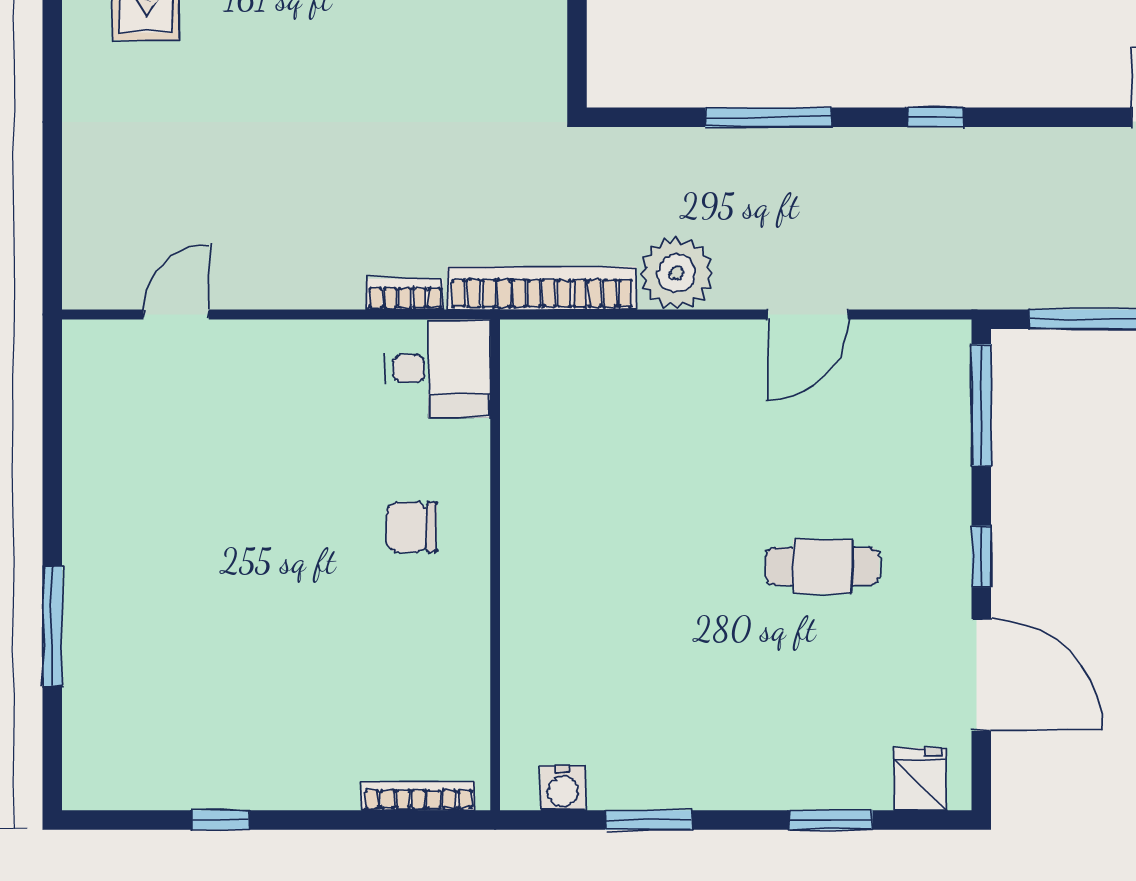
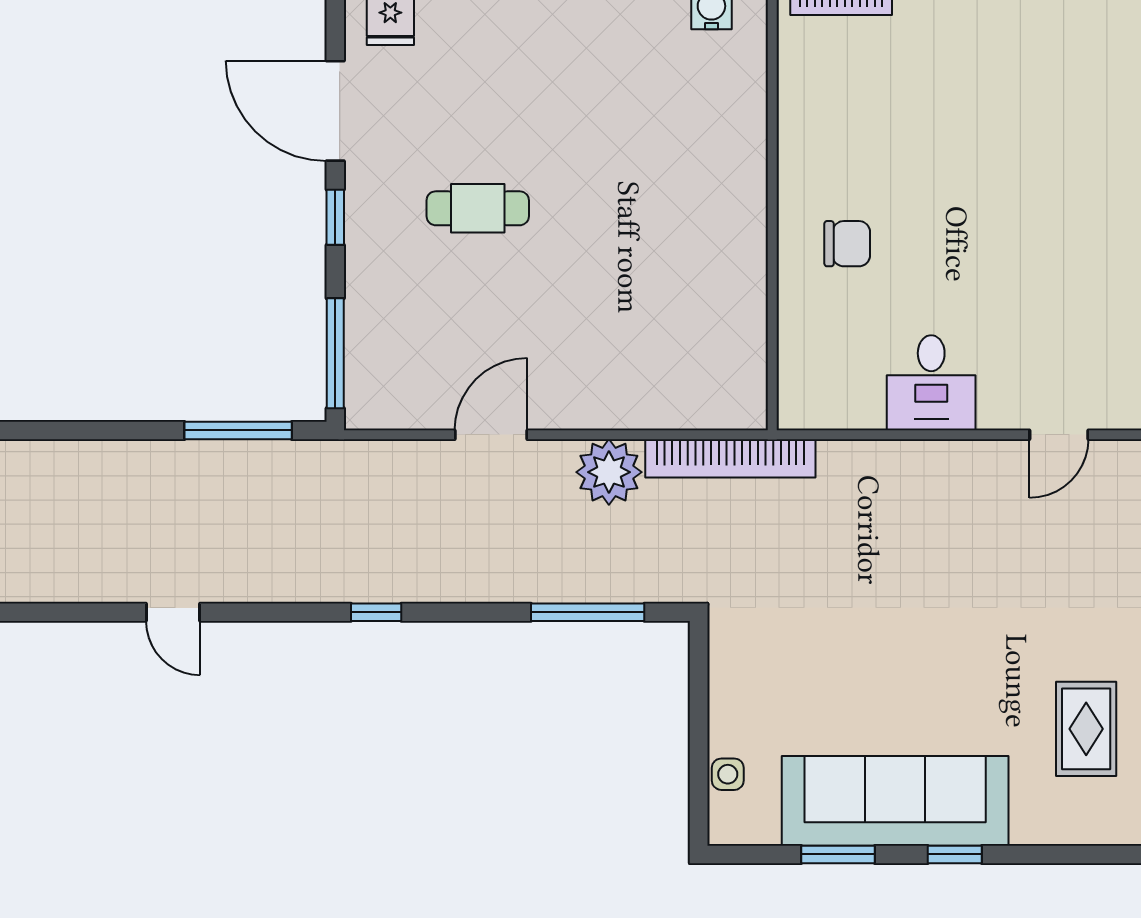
window: (768, 117) -> (588, 612), moved
bookcase: (405, 294) -> (853, 453), removed
desk: (437, 369) -> (931, 383), moved, turned -90

